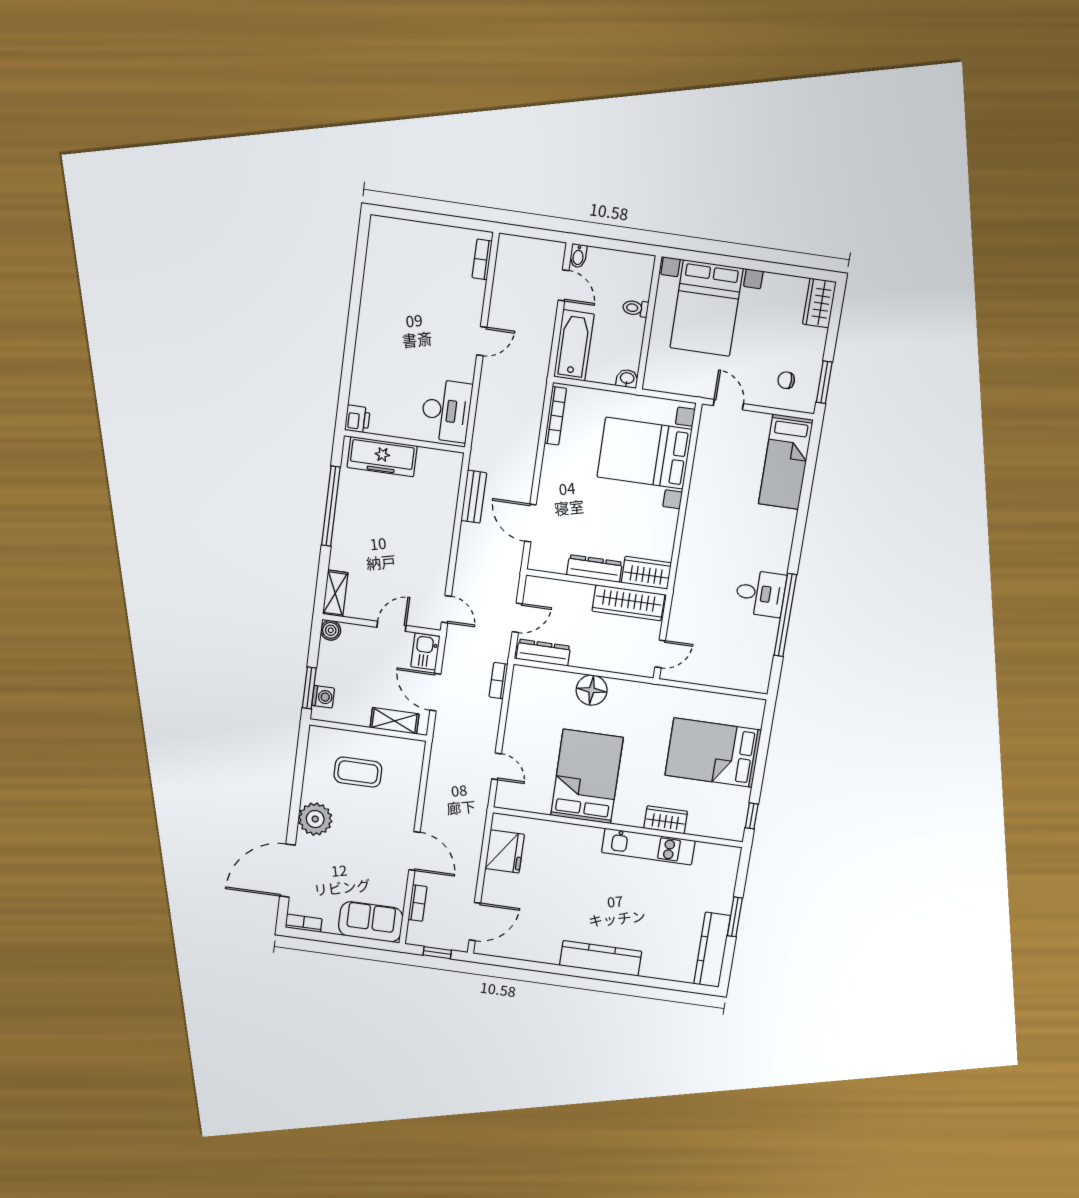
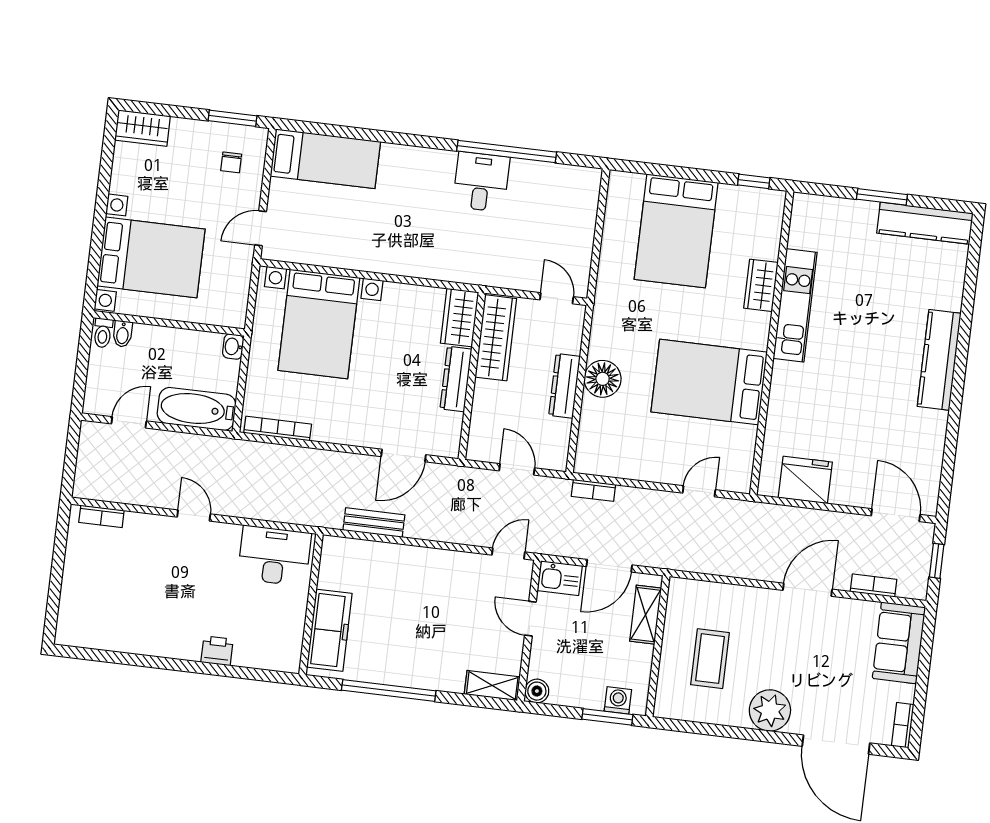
bidet: (578, 256) -> (123, 334), moved, turned 90
toilet: (636, 308) -> (103, 333), moved
printer: (357, 419) -> (217, 651), moved
dresser: (543, 653) -> (564, 386), moved

